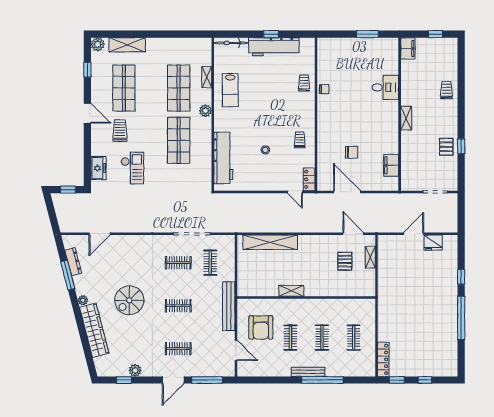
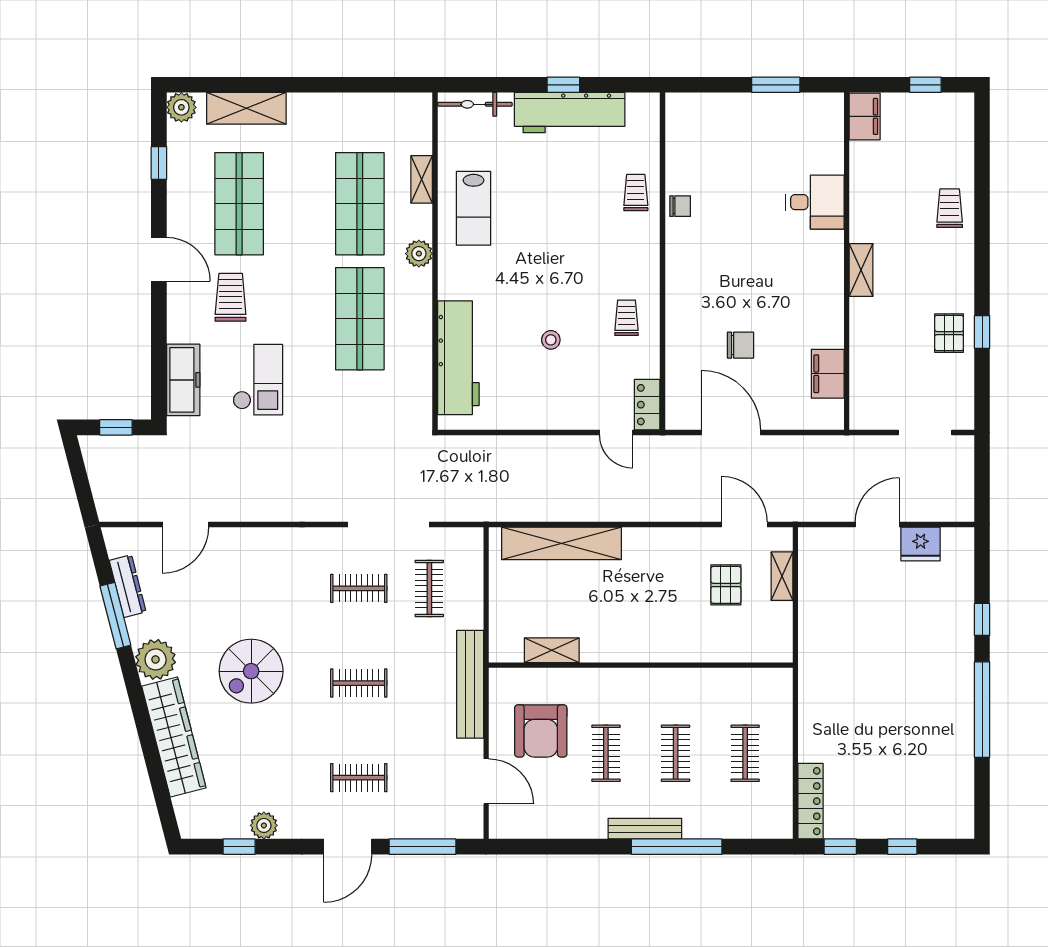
freezer: (98, 168) -> (183, 380), width x1.40
shelving: (291, 291) -> (552, 650), moved
plant: (83, 300) -> (156, 659), width x1.87, depth x1.87

